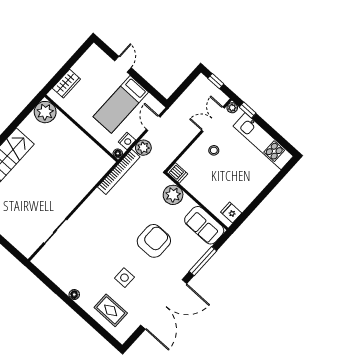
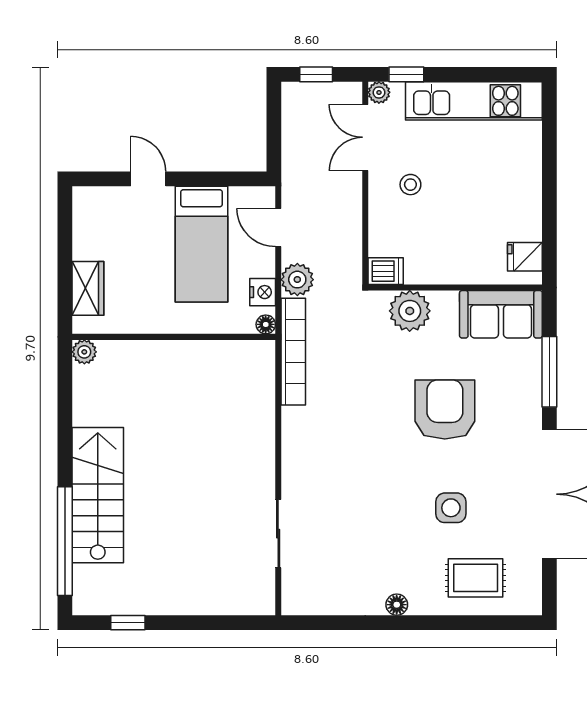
plant: (45, 112) -> (84, 352), width x0.53, depth x0.53

